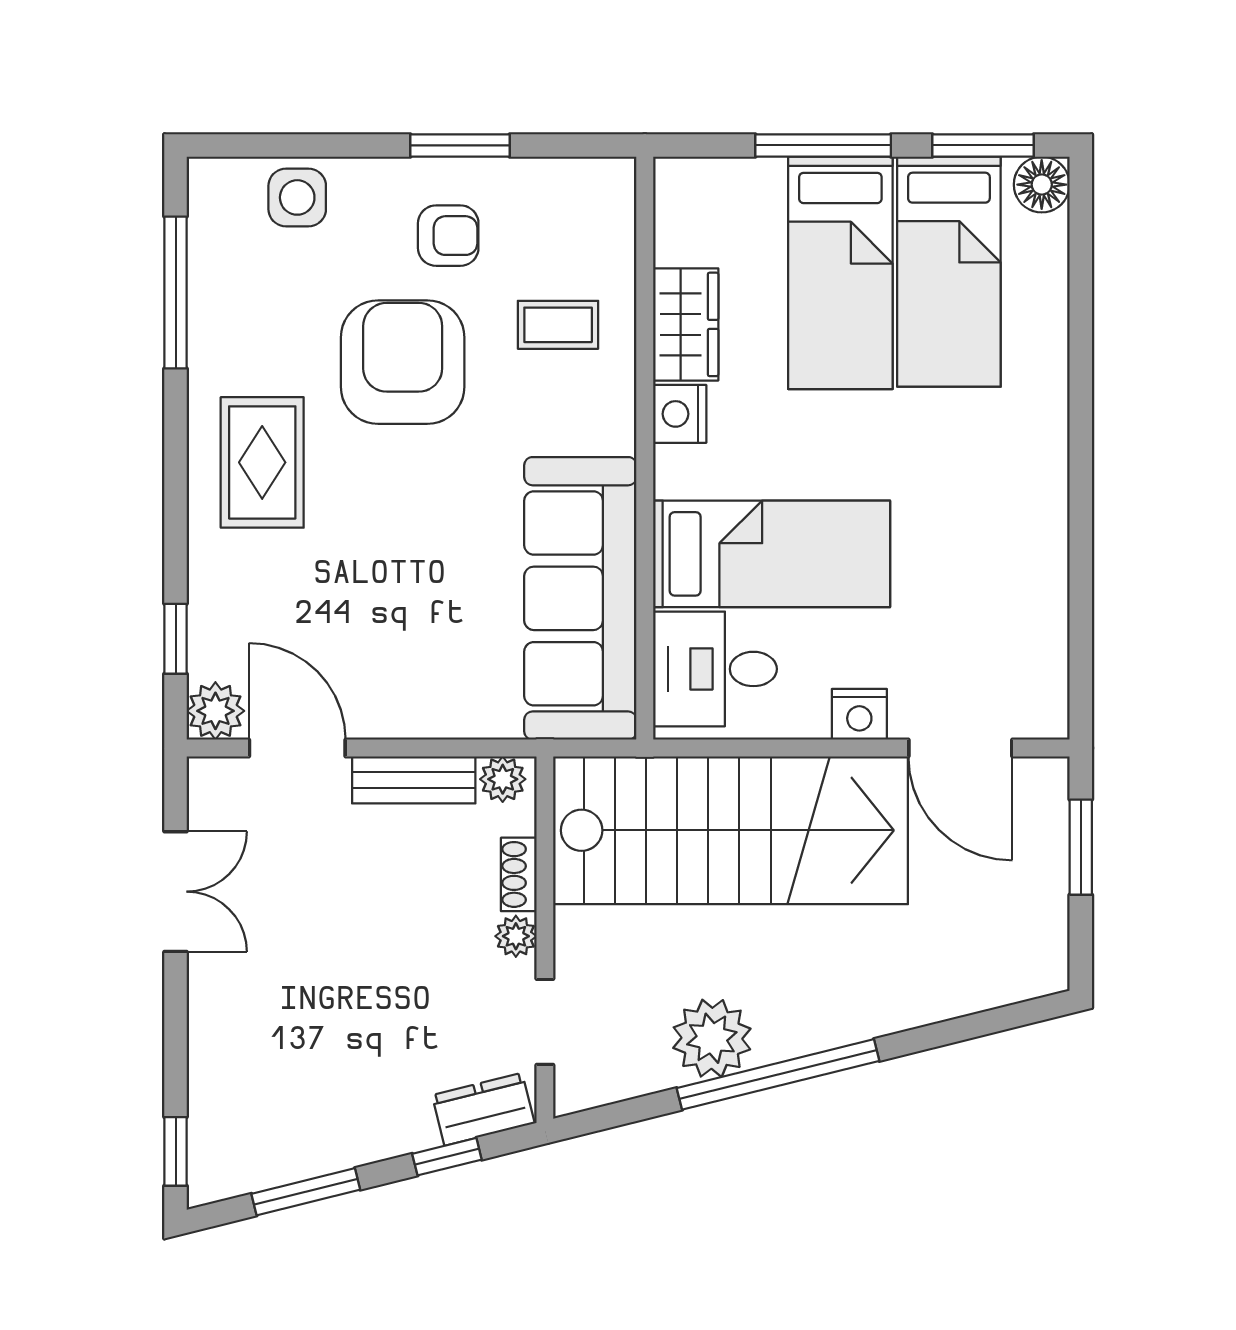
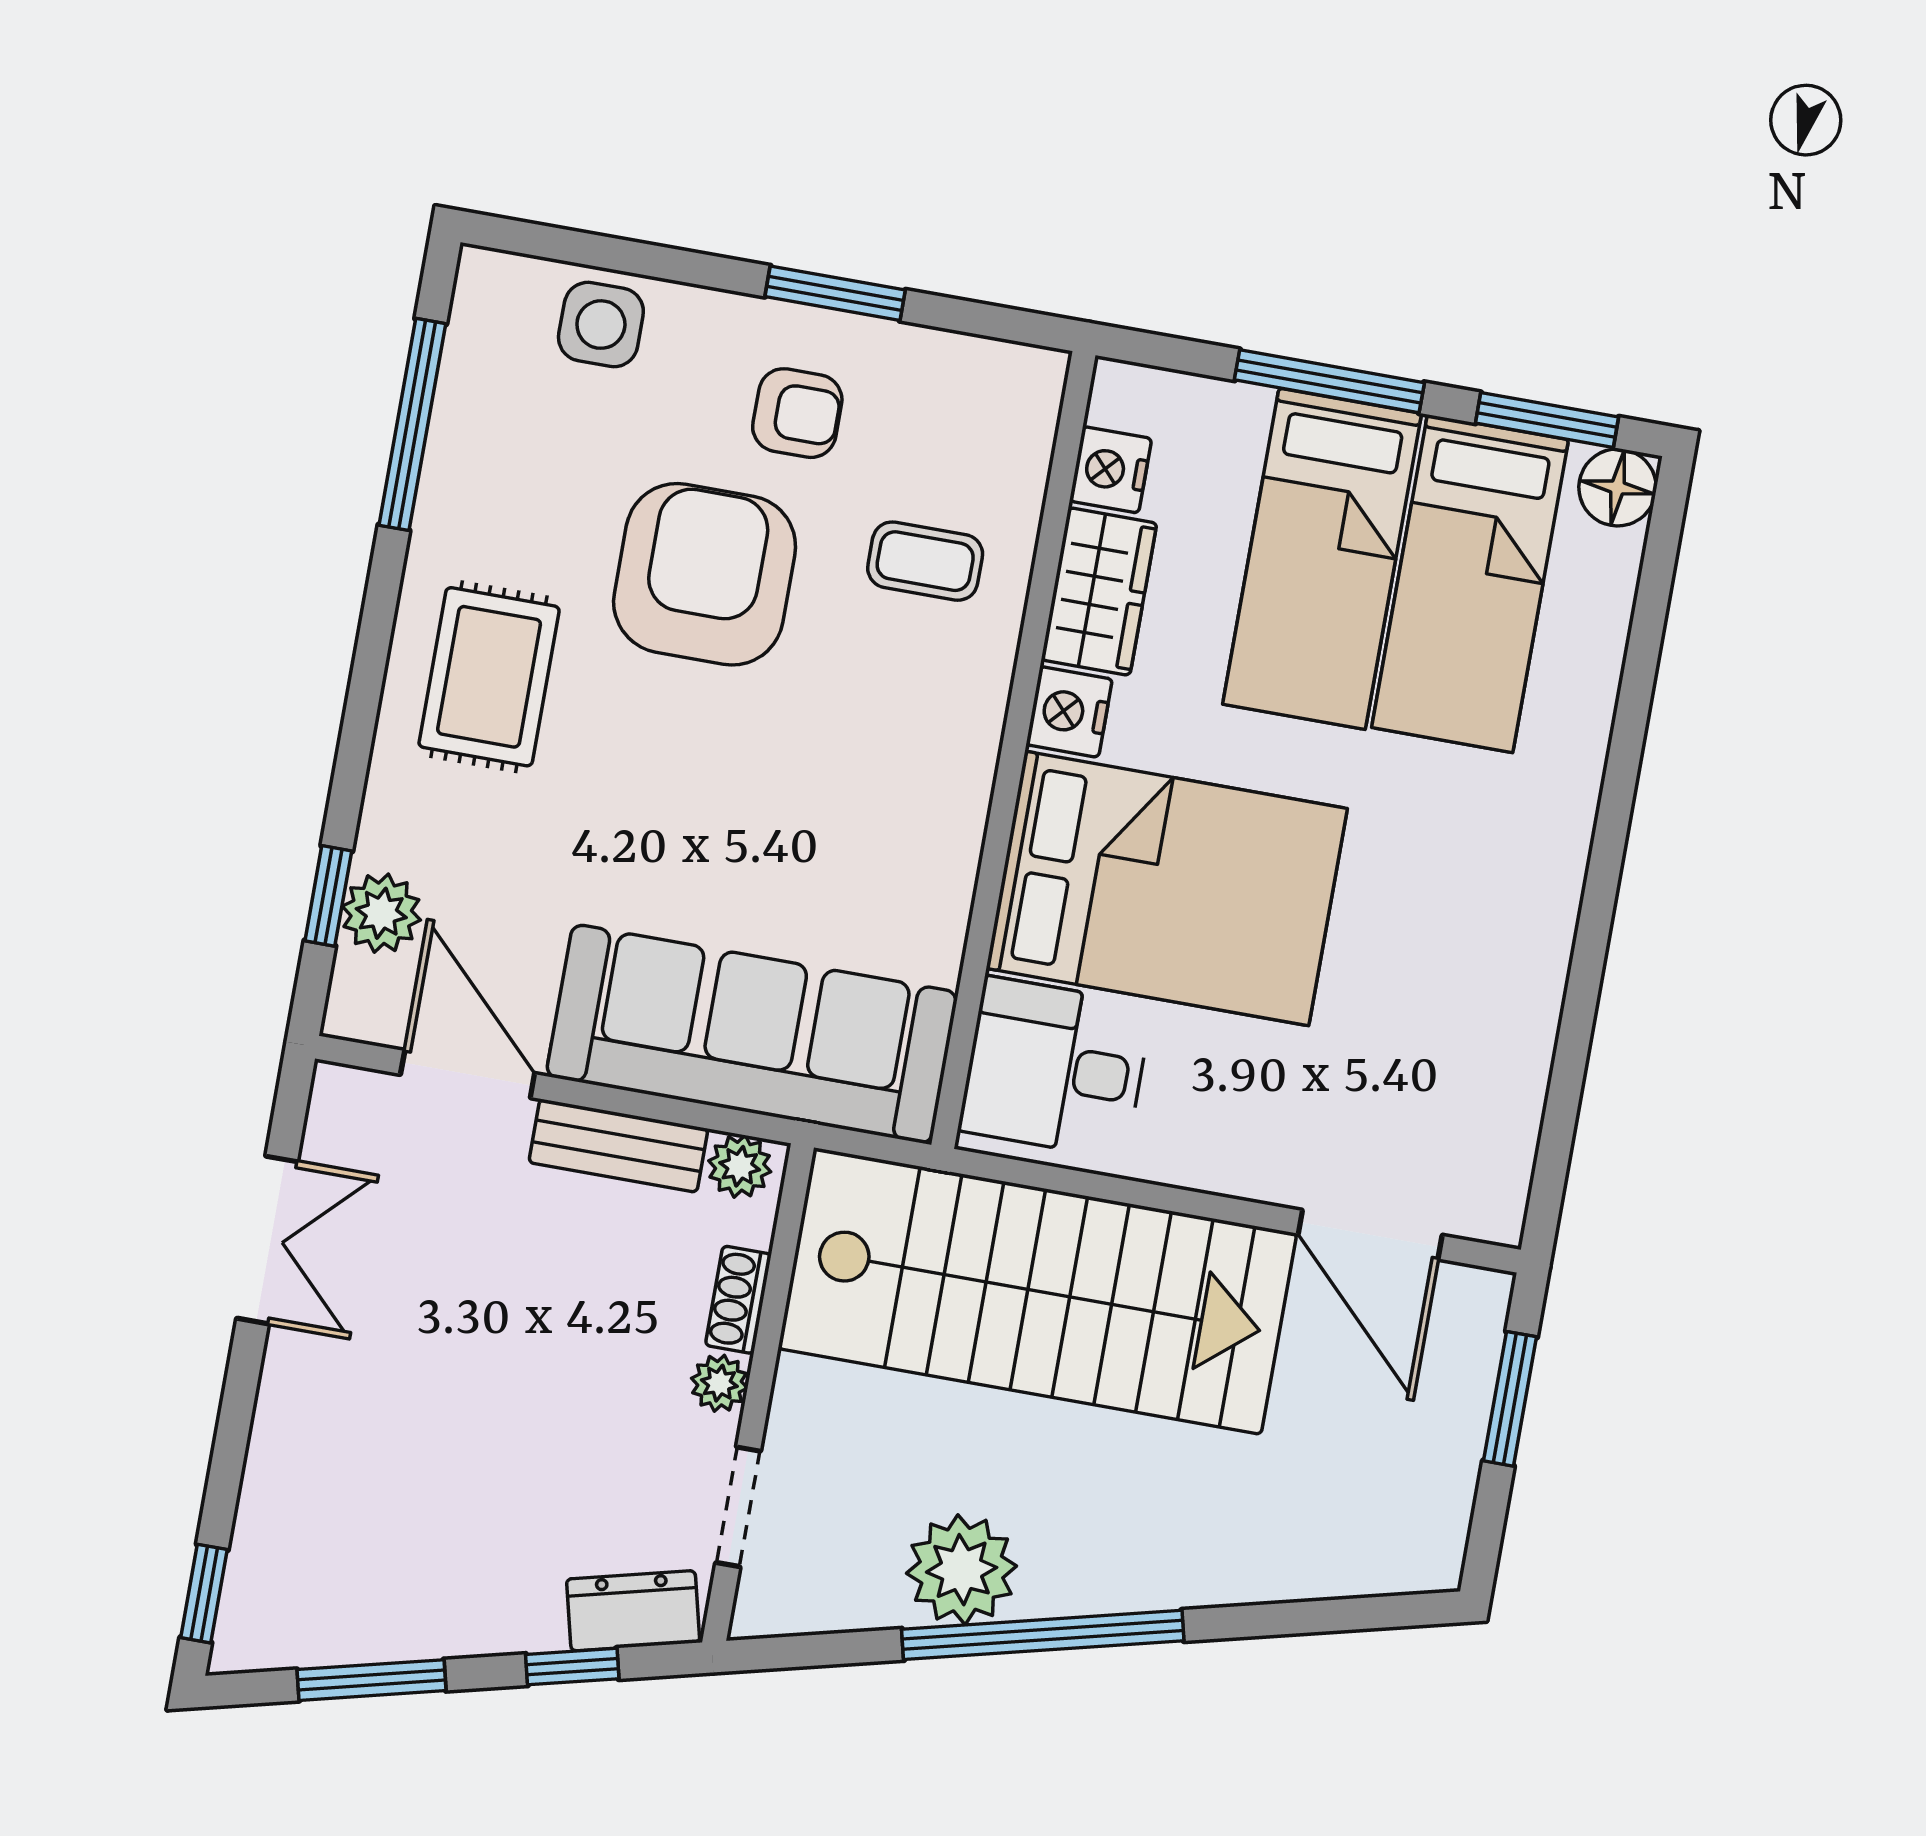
bed: (772, 554) -> (1167, 888), width x1.50
sofa: (580, 598) -> (752, 1034), moved, turned 90
plant: (215, 711) -> (381, 913), moved
nightstand: (859, 714) -> (1111, 470), moved, turned 90

